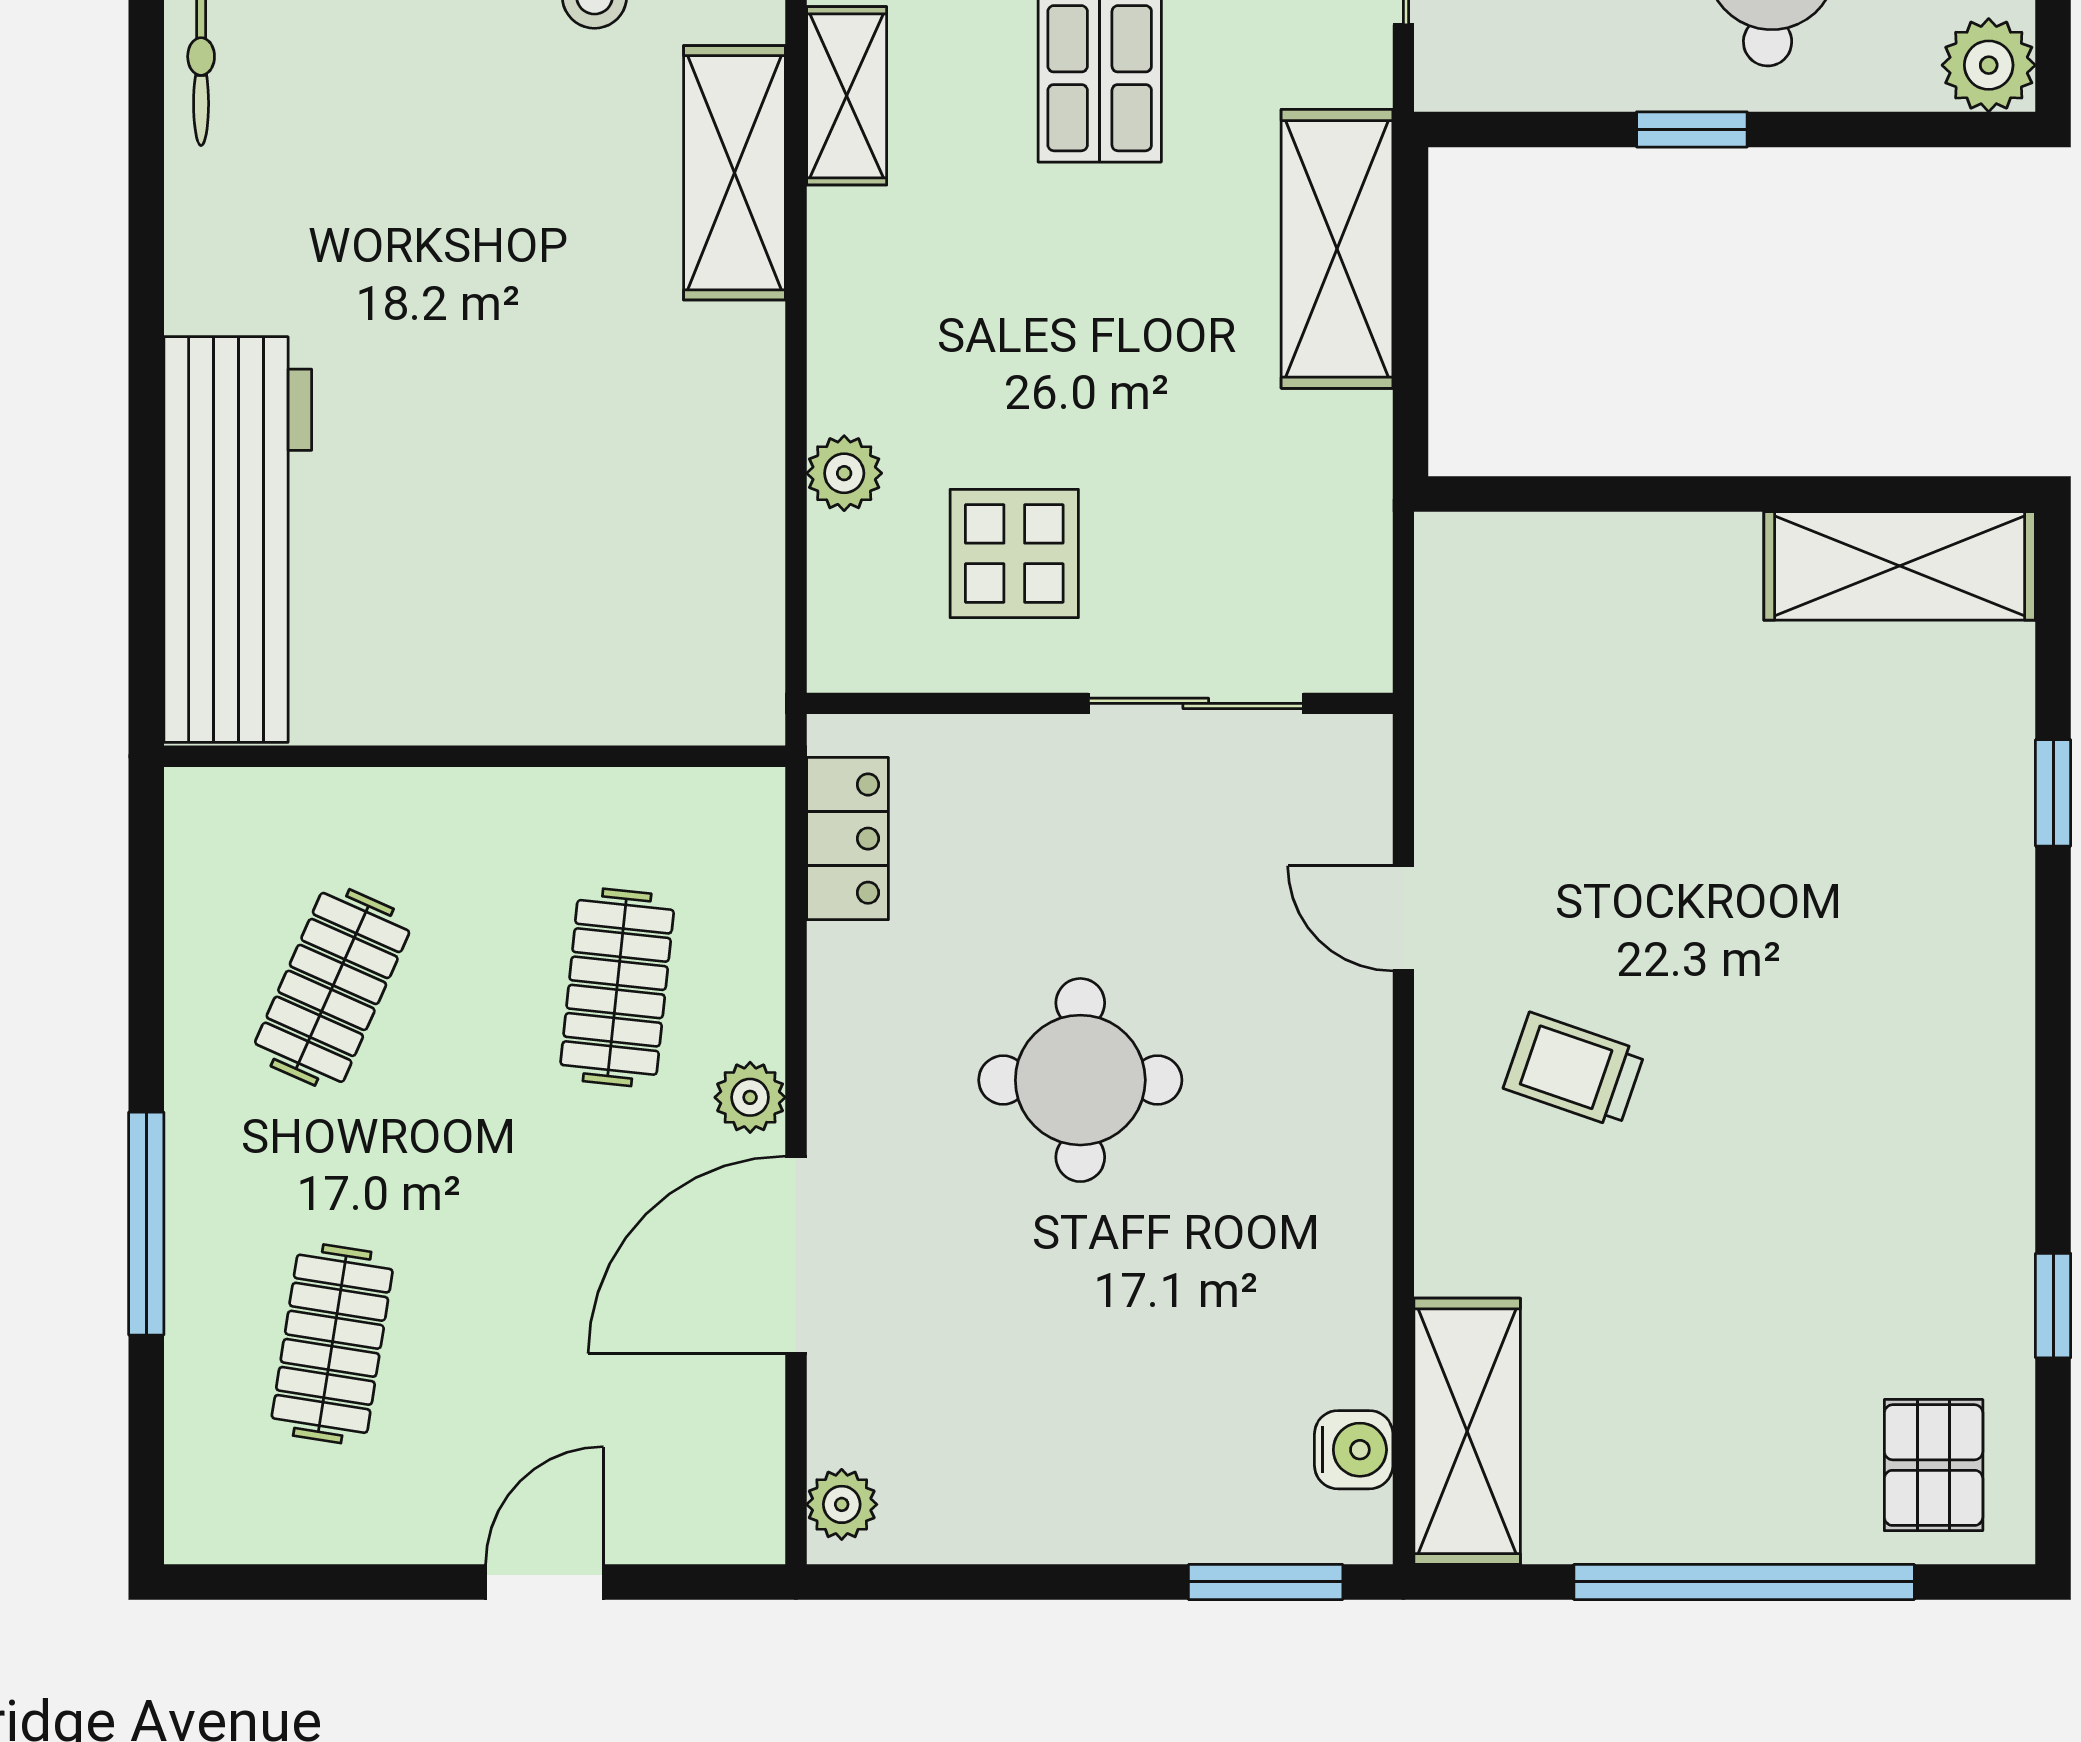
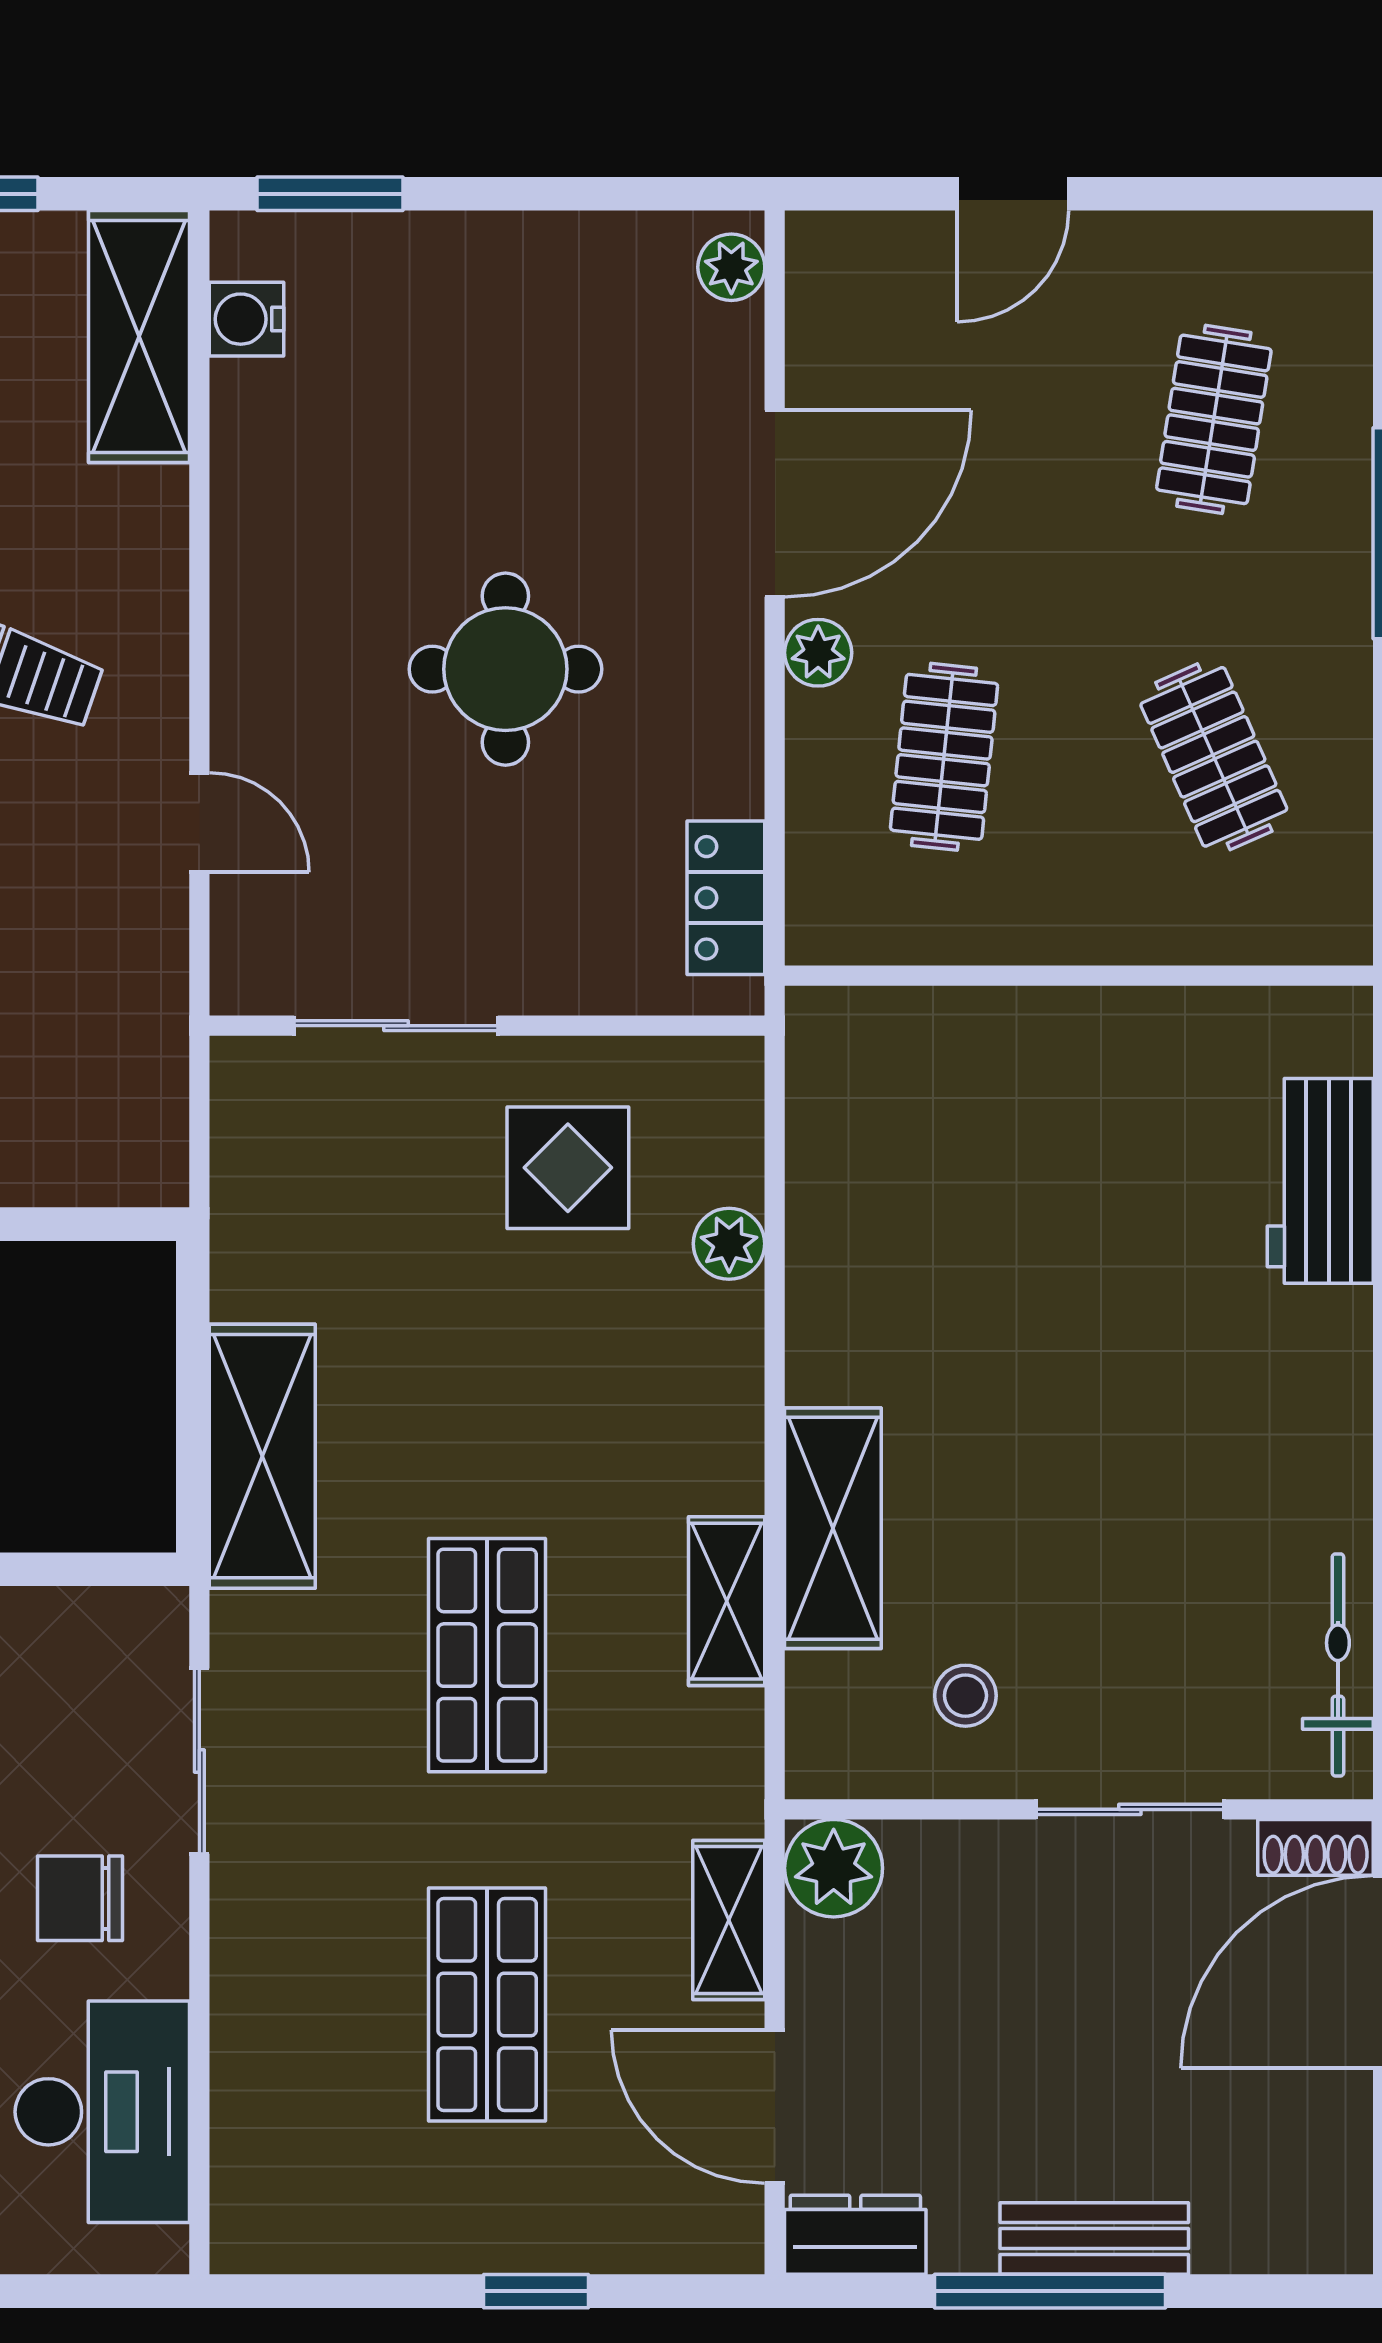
workbench: (238, 540) -> (1320, 1181), width x0.53, depth x0.76
clothes rail: (332, 987) -> (1214, 757), turned -48

